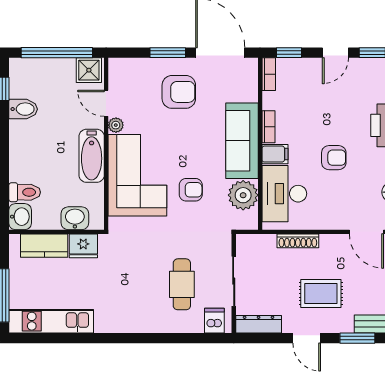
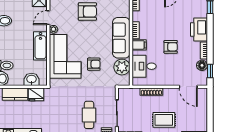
door: (106, 103) -> (48, 18), hinge flipped
desk: (284, 194) -> (144, 66), width x0.73

